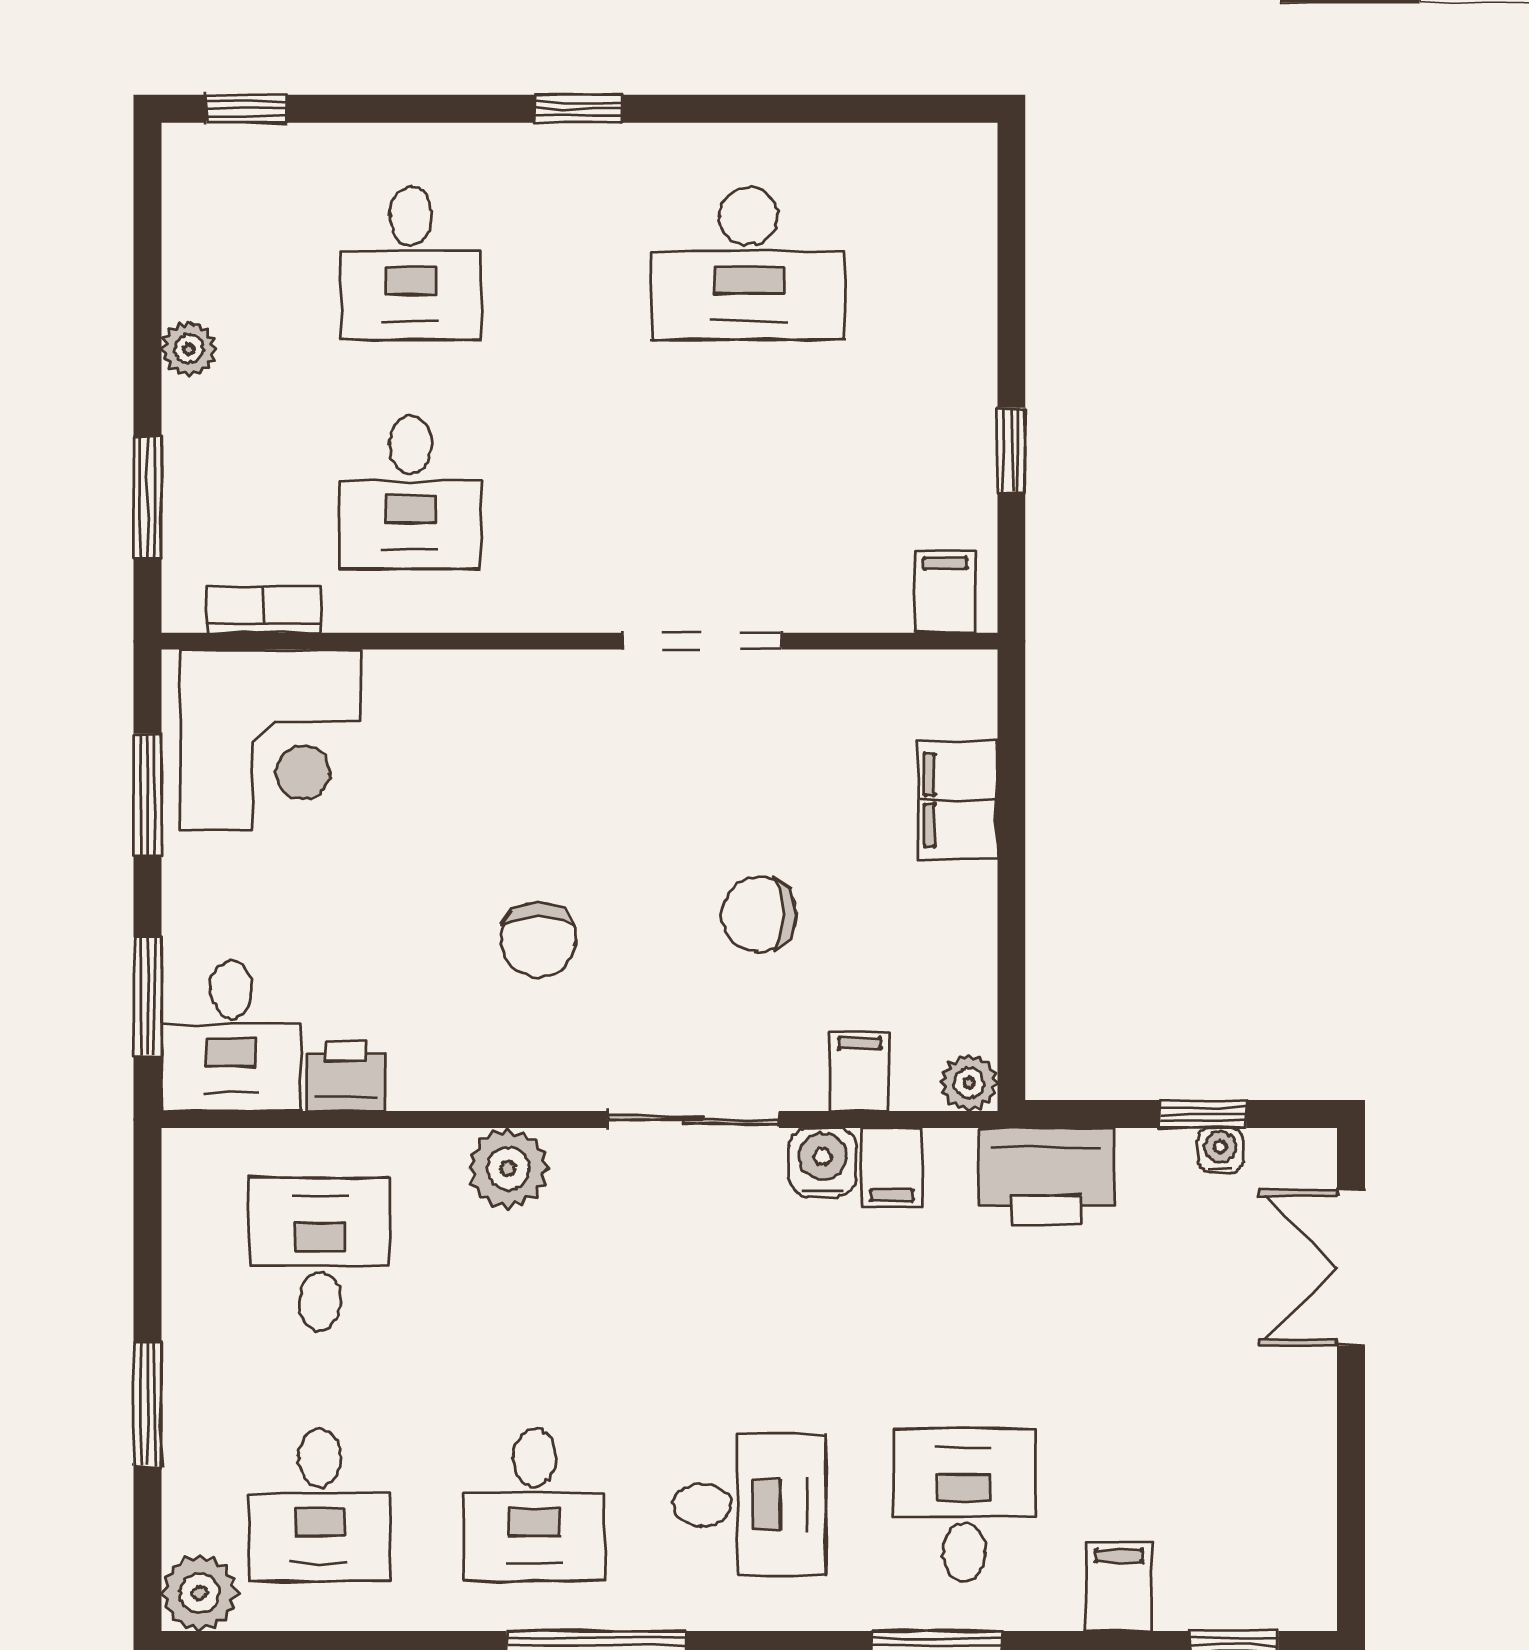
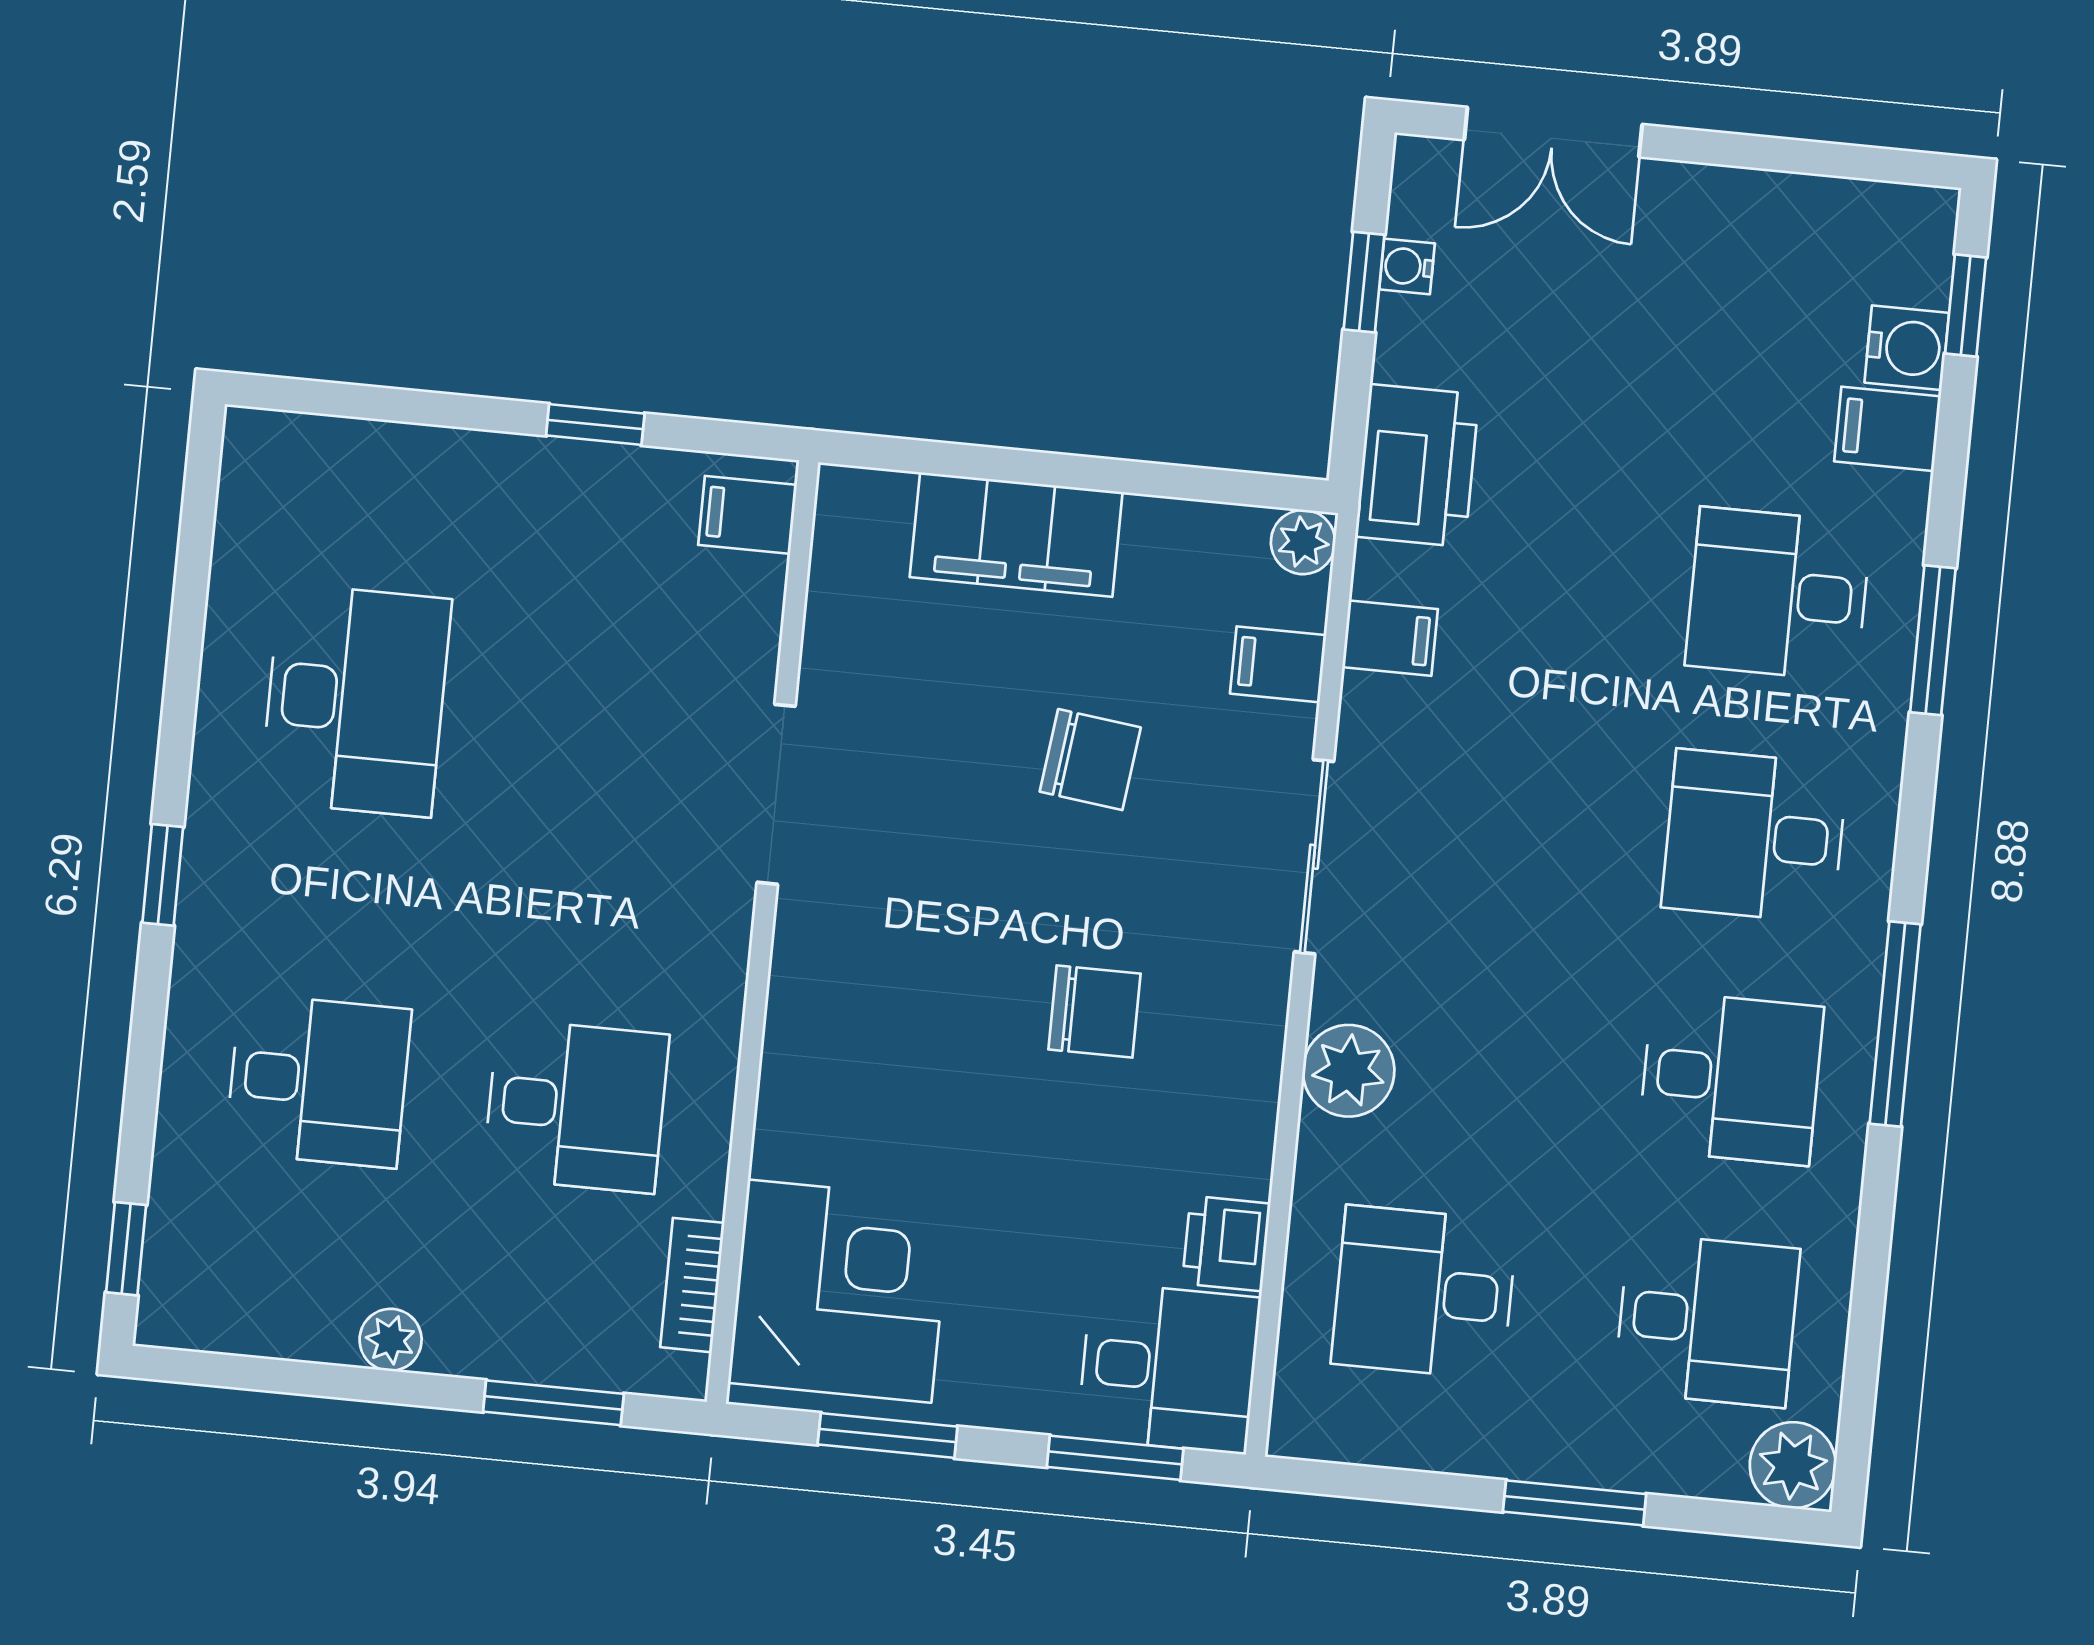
filing cabinet: (958, 800) -> (1016, 535), width x1.50, depth x1.17
chair: (759, 914) -> (1090, 760), turned -83
water cooler: (823, 1162) -> (1907, 348), moved, turned 180
desk: (749, 1505) -> (1754, 836), turned -90

